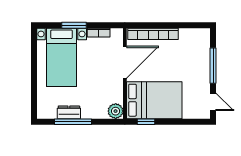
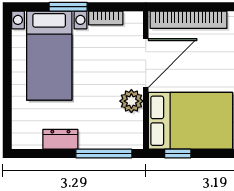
plant: (116, 111) -> (131, 101), moved
window: (73, 122) -> (104, 153), moved

